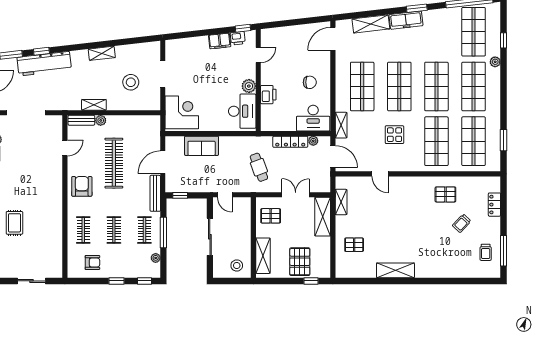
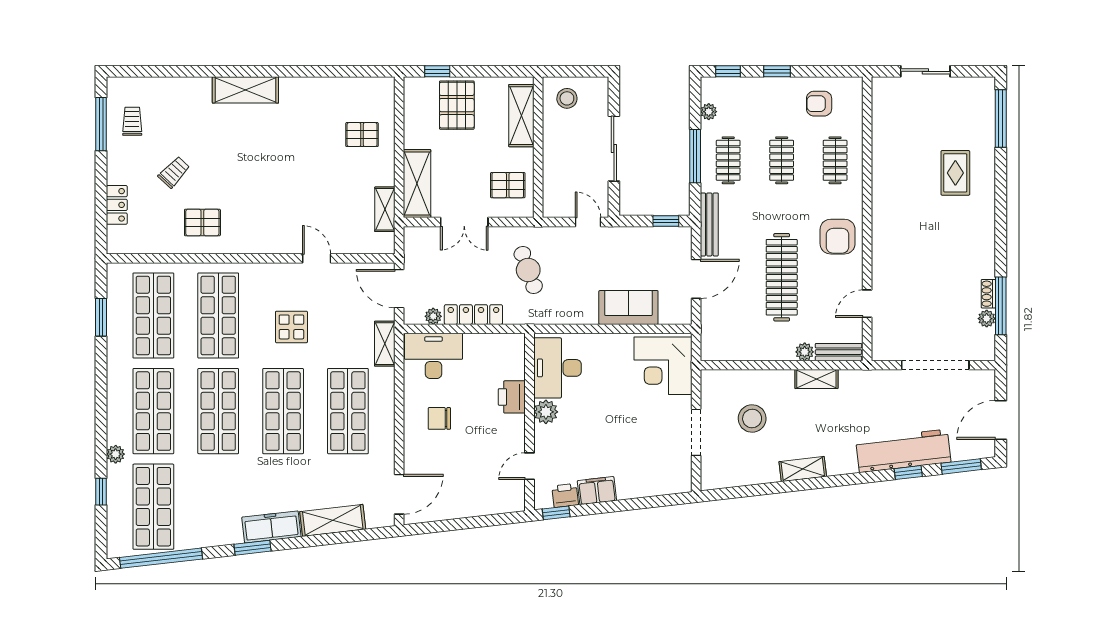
shelving: (395, 270) -> (245, 90), moved

